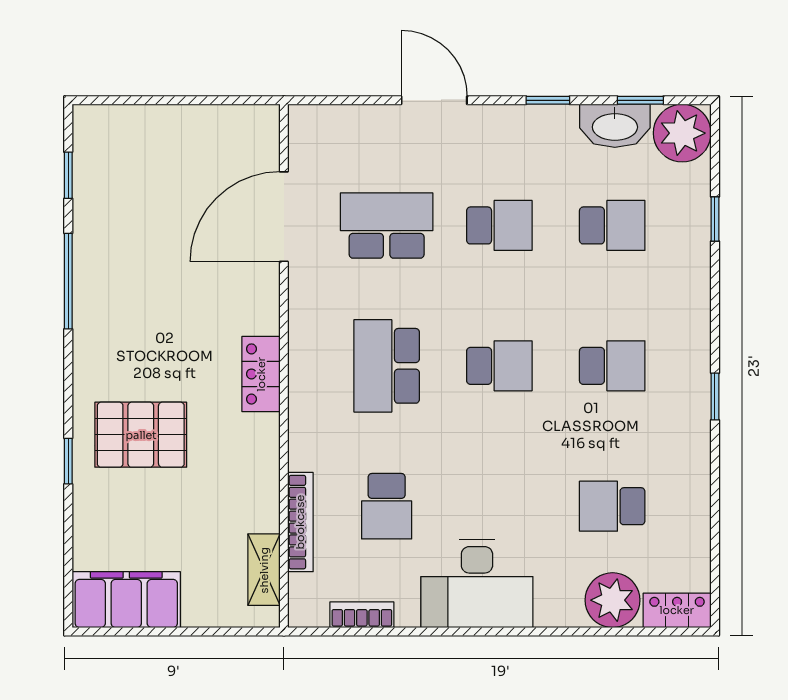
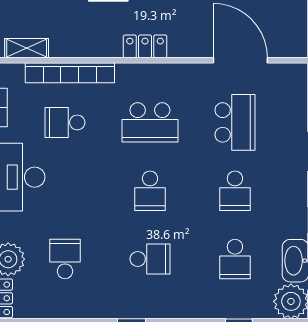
school desk: (387, 366) -> (150, 122), turned 180
school desk: (612, 366) -> (150, 259), turned -90
bookcase: (300, 522) -> (70, 73), width x1.48, depth x1.31

